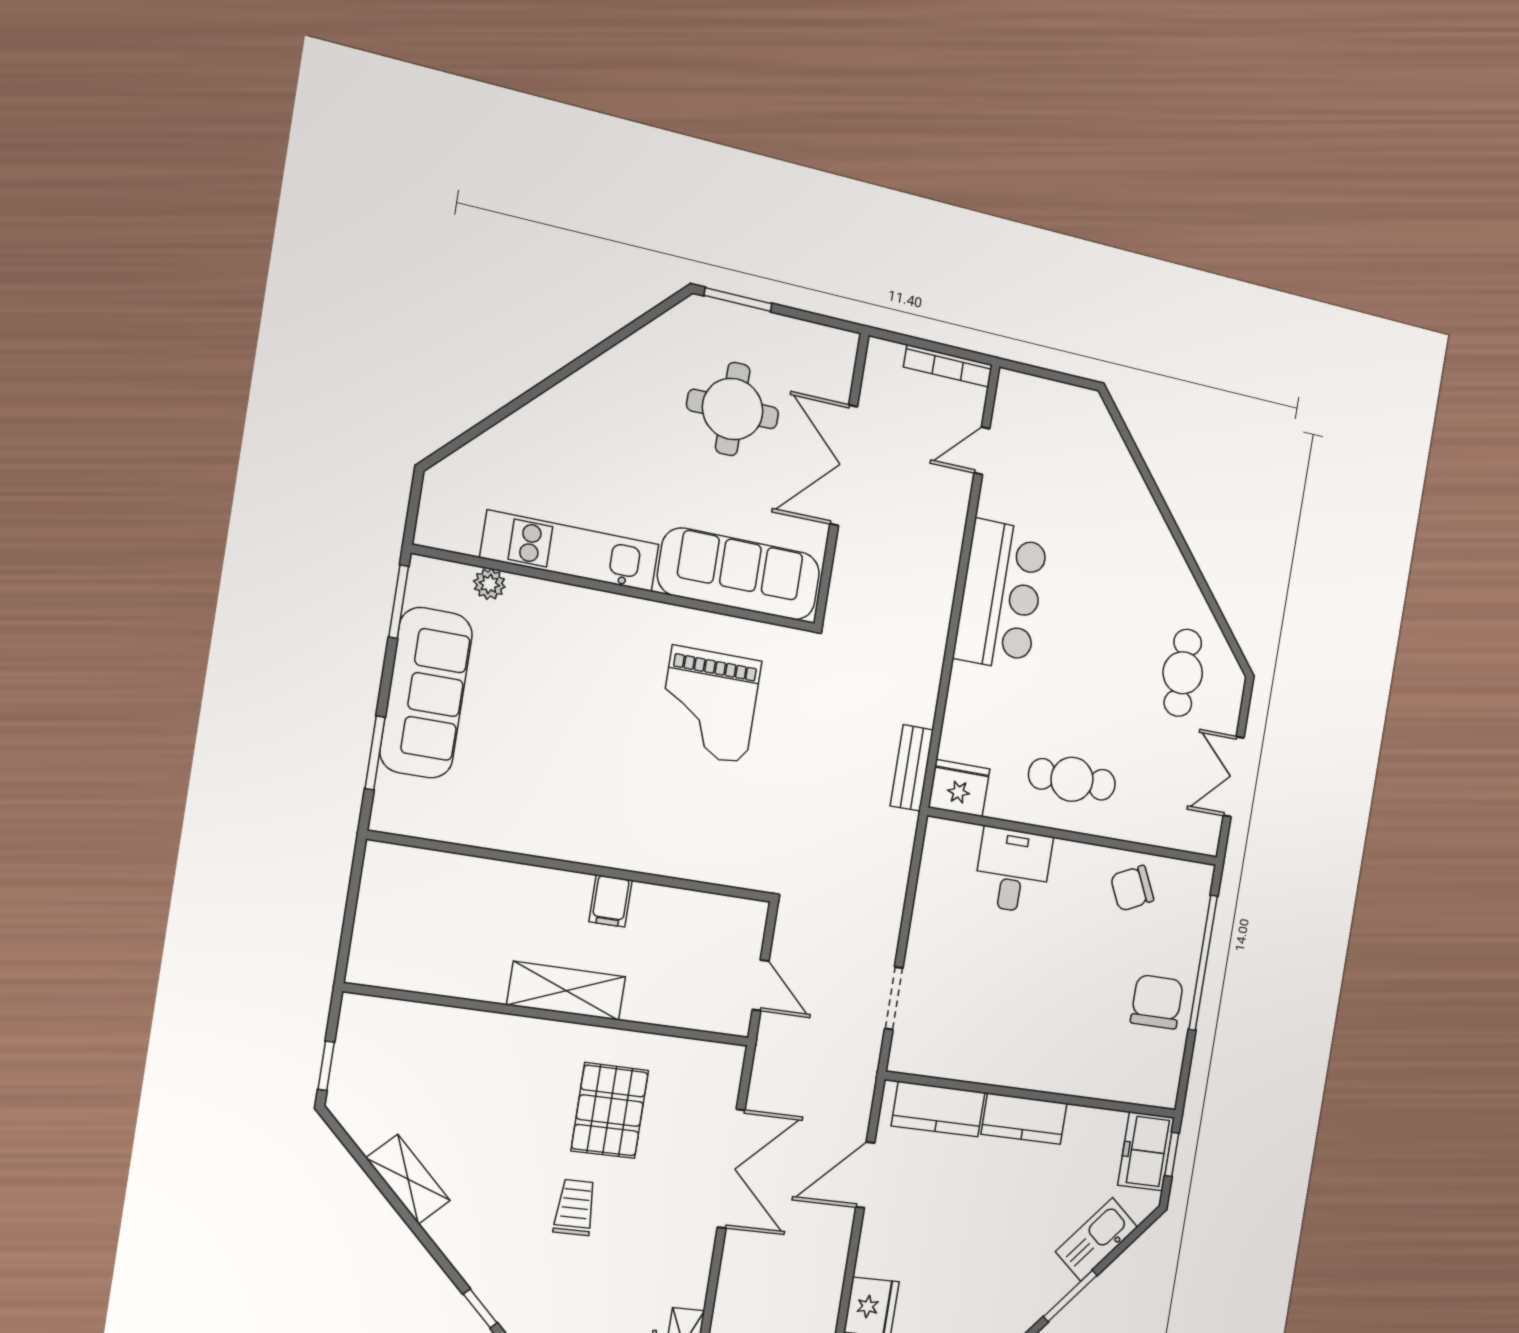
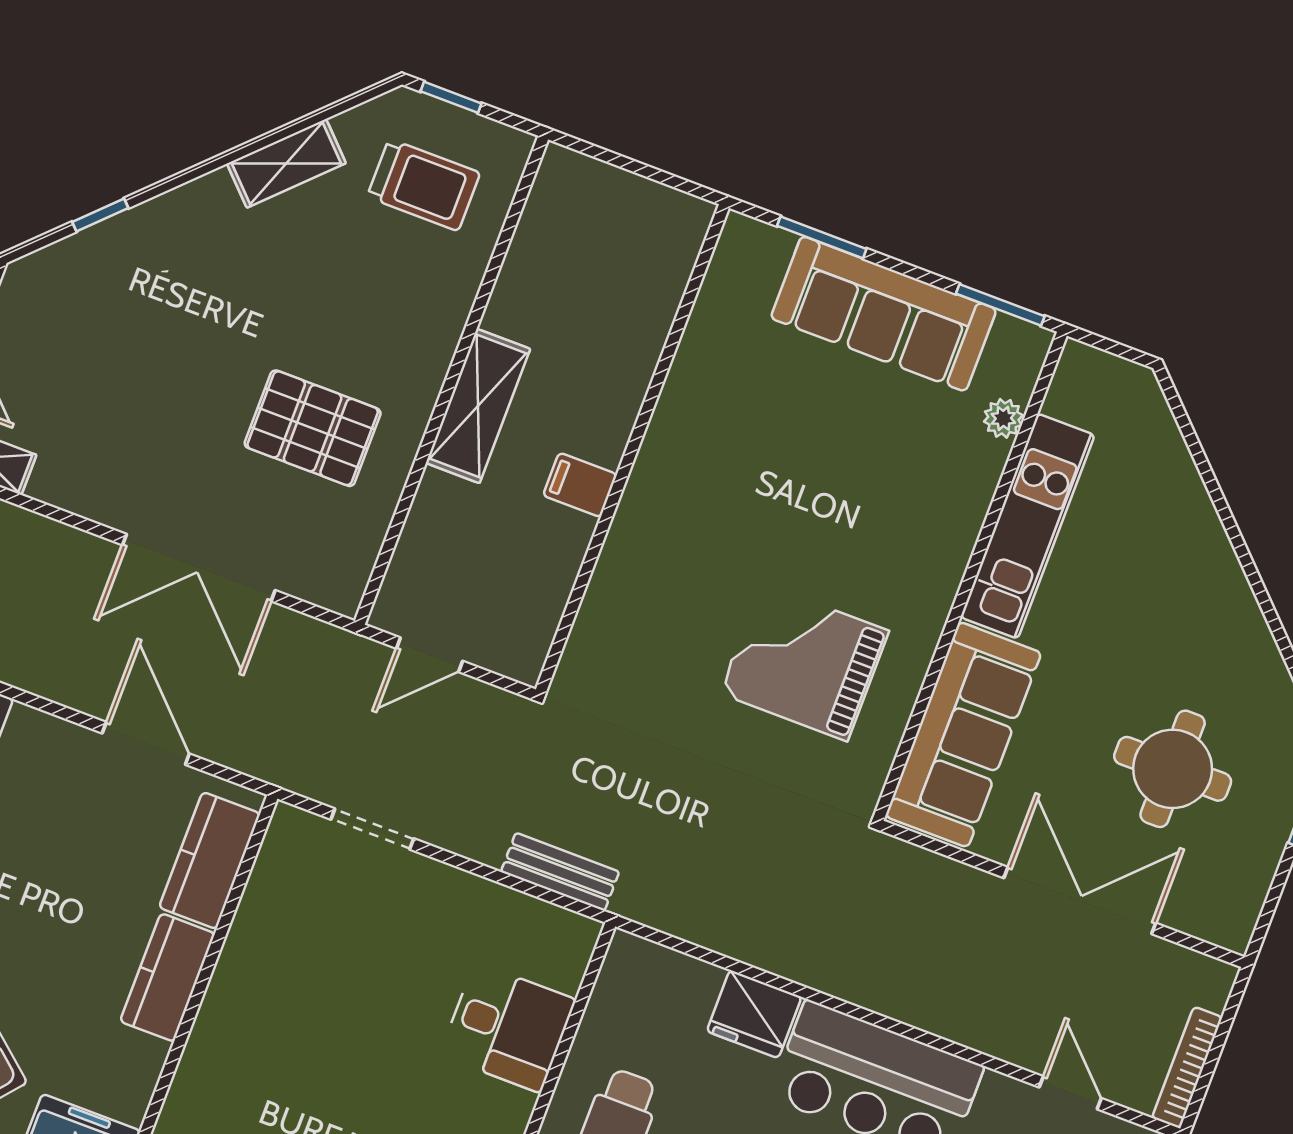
bench: (912, 768) -> (560, 872), moved
fridge: (959, 788) -> (754, 1014), moved, turned 90
trolley: (575, 1207) -> (424, 185), moved, width x1.36, depth x1.39

